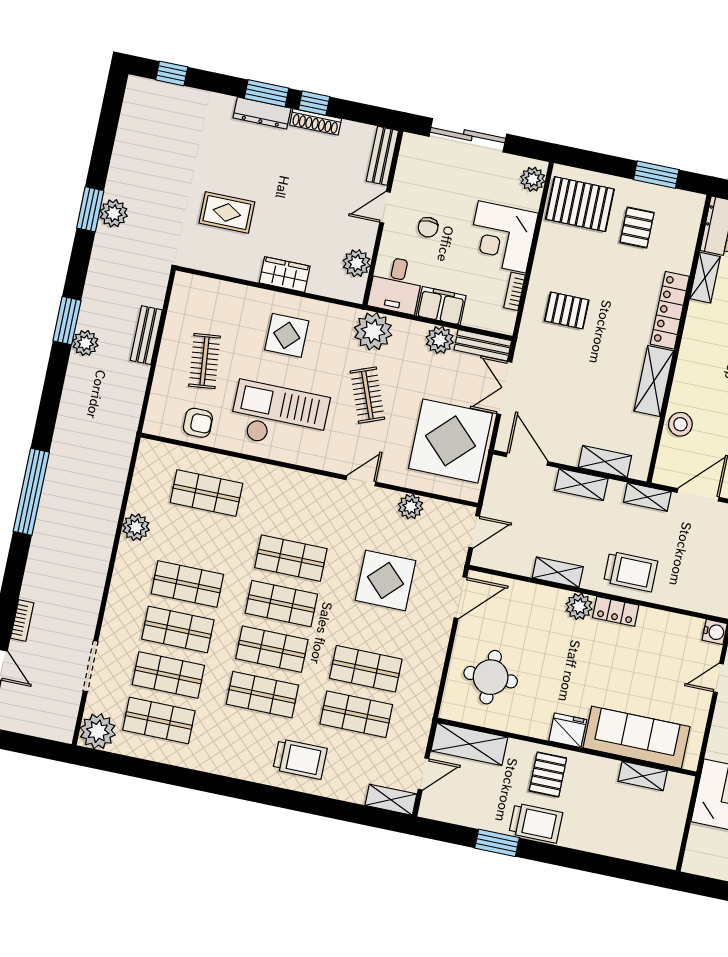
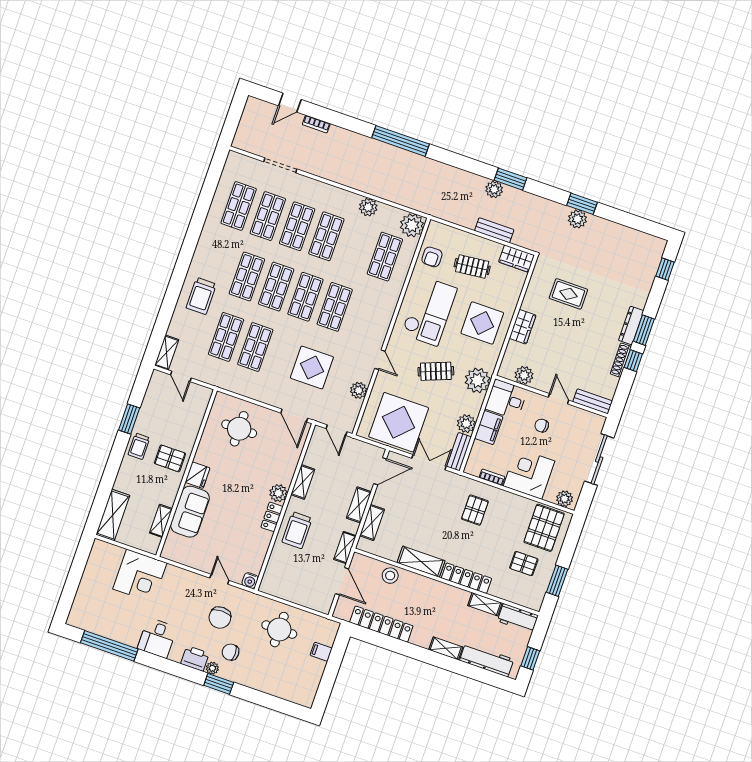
rug: (227, 212) -> (568, 294), turned 90
wardrobe: (184, 297) -> (516, 259), added
display table: (287, 335) -> (482, 323), width x1.36, depth x1.36
plant: (98, 731) -> (412, 225), moved
sofa: (636, 737) -> (190, 512), width x0.73
shelving: (469, 744) -> (113, 515), moved
trolley: (536, 823) -> (139, 446), width x0.73, depth x0.72

